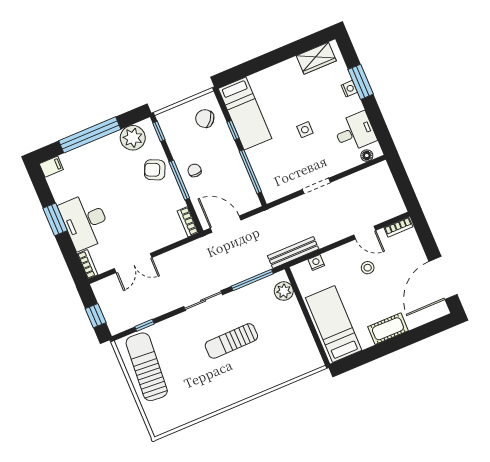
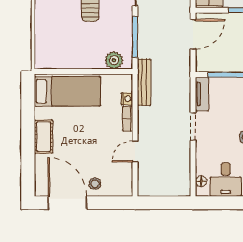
tv unit: (281, 191) -> (202, 94), added
bookcase: (398, 227) -> (128, 119), moved
stool: (368, 268) -> (95, 184), moved

